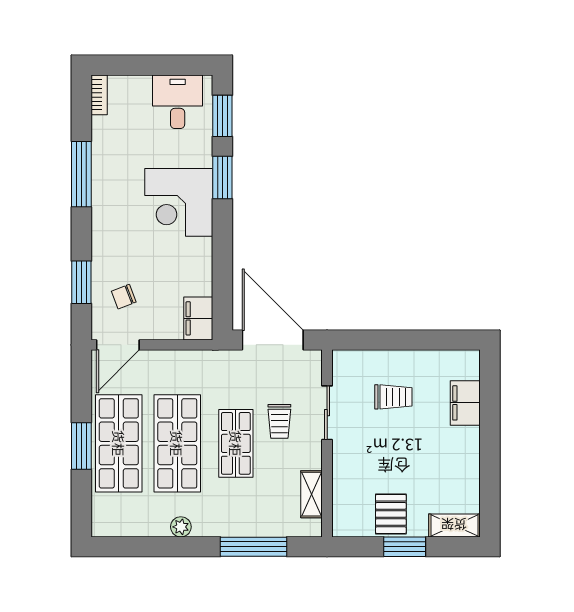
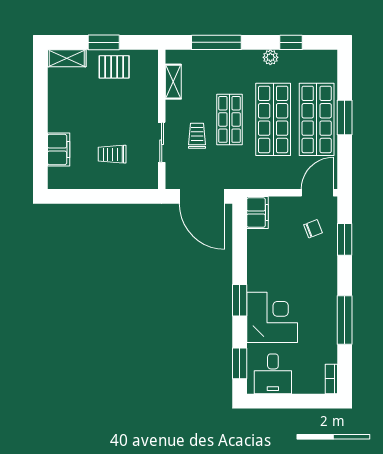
window: (222, 177) -> (240, 300), moved
corner desk: (179, 202) -> (272, 317), moved
pallet: (391, 514) -> (114, 67), turned 90
window: (153, 547) -> (291, 42), added

